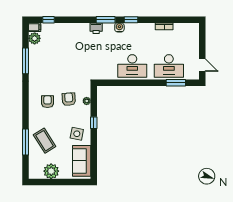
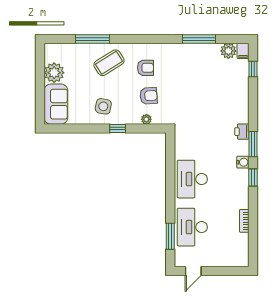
coffee table: (45, 141) -> (109, 63), moved
sofa: (82, 161) -> (56, 104), moved, turned 90

